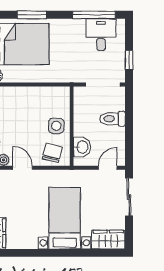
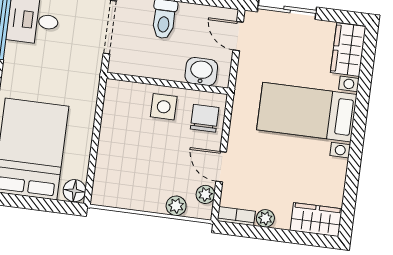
chair: (52, 153) -> (205, 118), turned 76
door: (23, 168) -> (221, 167), hinge flipped

